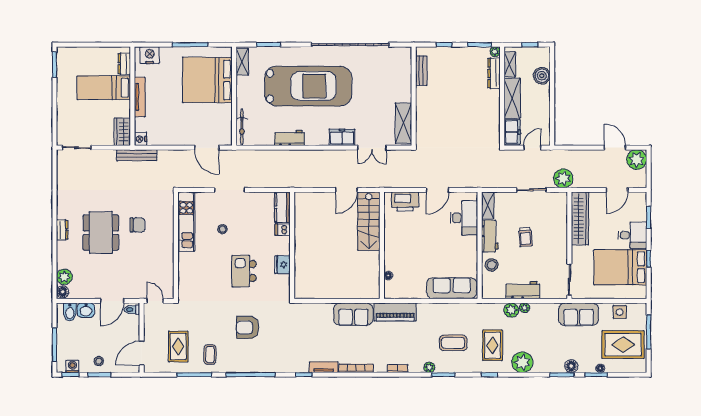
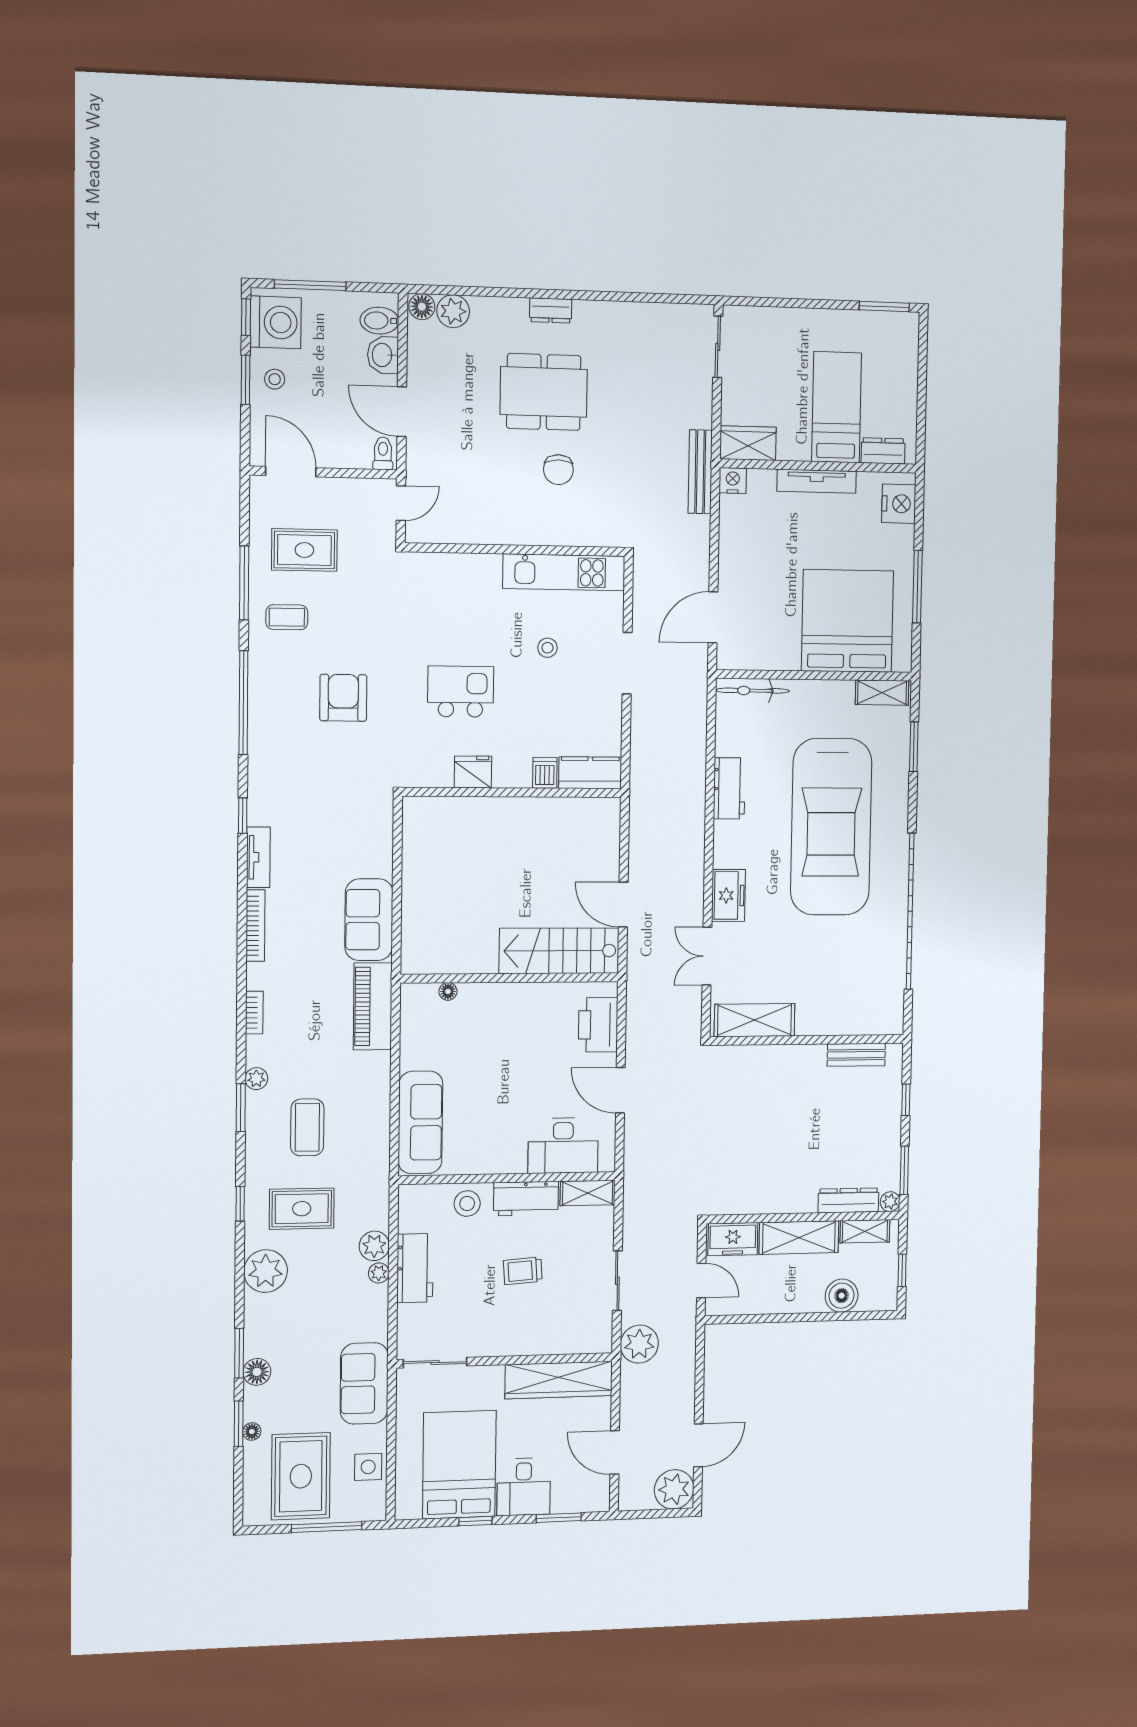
washing machine: (72, 366) -> (276, 322), width x1.89, depth x1.89

